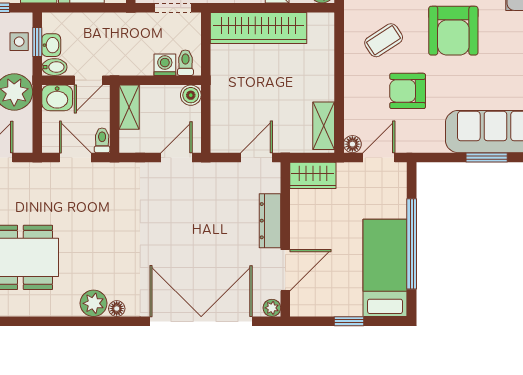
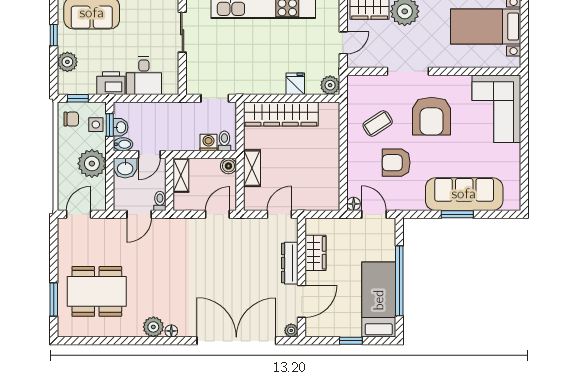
shelving: (324, 126) -> (252, 168), moved
door: (75, 157) -> (139, 214), swing flipped
door: (379, 157) -> (374, 214), hinge flipped
wardrobe: (313, 175) -> (315, 253), moved, turned -90

